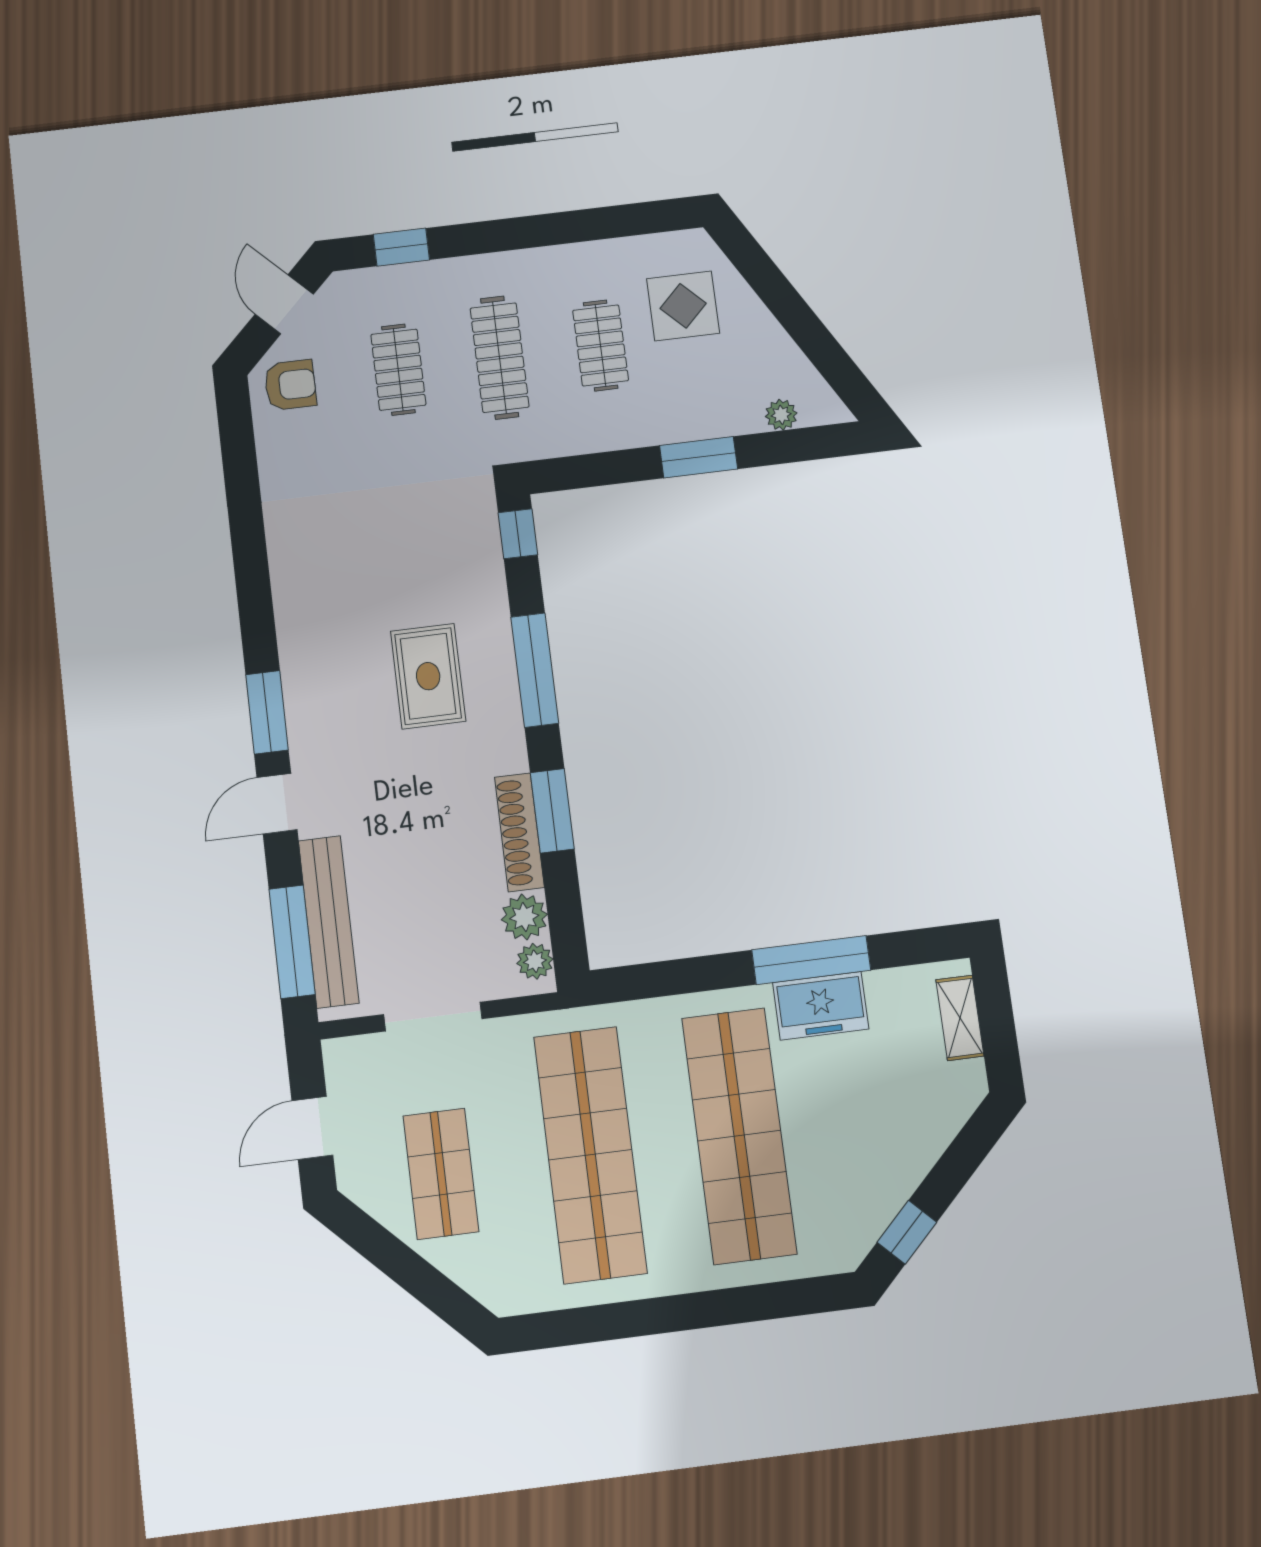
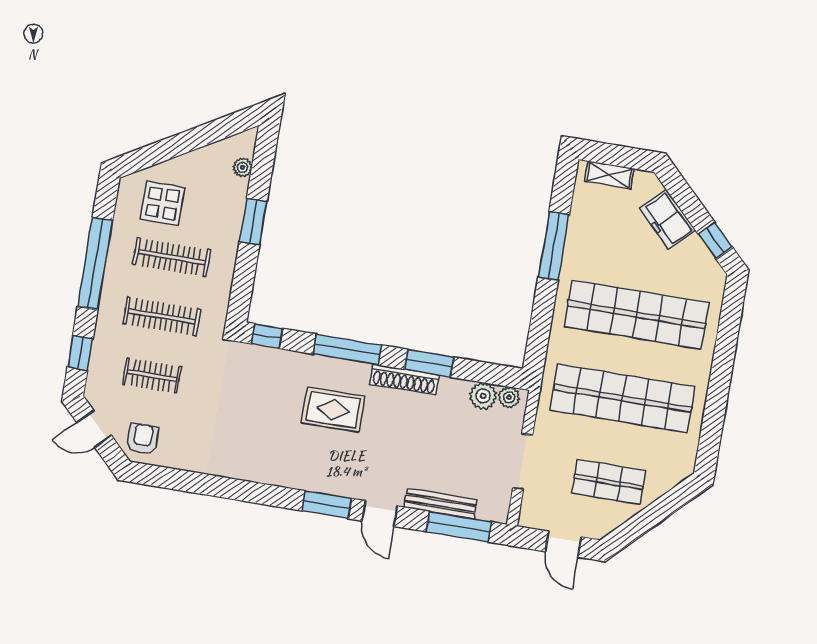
window: (553, 229) -> (95, 264), added
clothes rail: (601, 345) -> (172, 257), width x1.36
shoe rack: (519, 832) -> (404, 380), moved
bench: (329, 922) -> (440, 504), width x0.73, depth x0.82
freezer: (821, 1006) -> (668, 219), moved, turned 135

